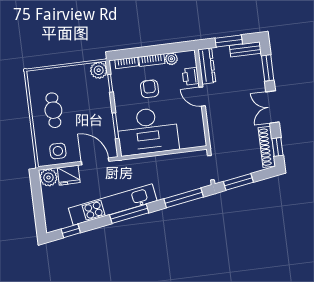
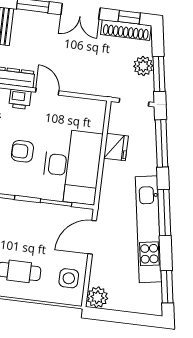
door: (202, 97) -> (47, 92), swing flipped
plant: (242, 168) -> (143, 66), added
fridge: (69, 175) -> (116, 147), moved
window: (71, 231) -> (167, 287), width x1.50

